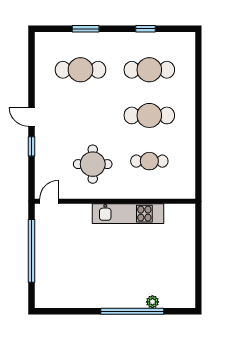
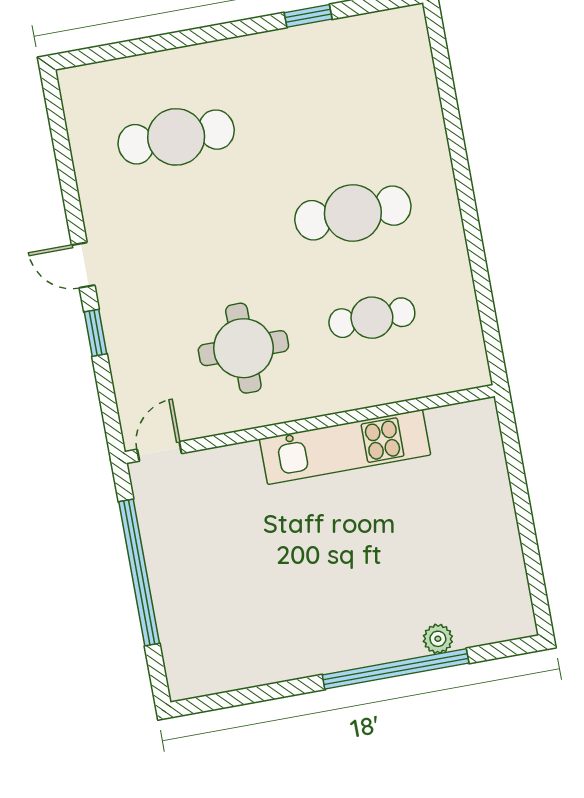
window: (86, 29) -> (171, 41), removed
cafe table: (149, 70) -> (334, 108), removed

